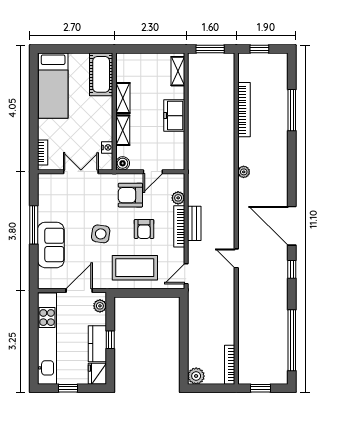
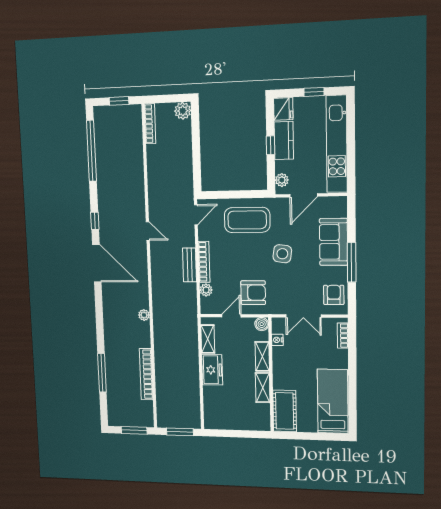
window: (259, 49) -> (134, 430), width x1.50
shelving: (178, 71) -> (208, 339), moved
armchair: (144, 229) -> (334, 295), moved

